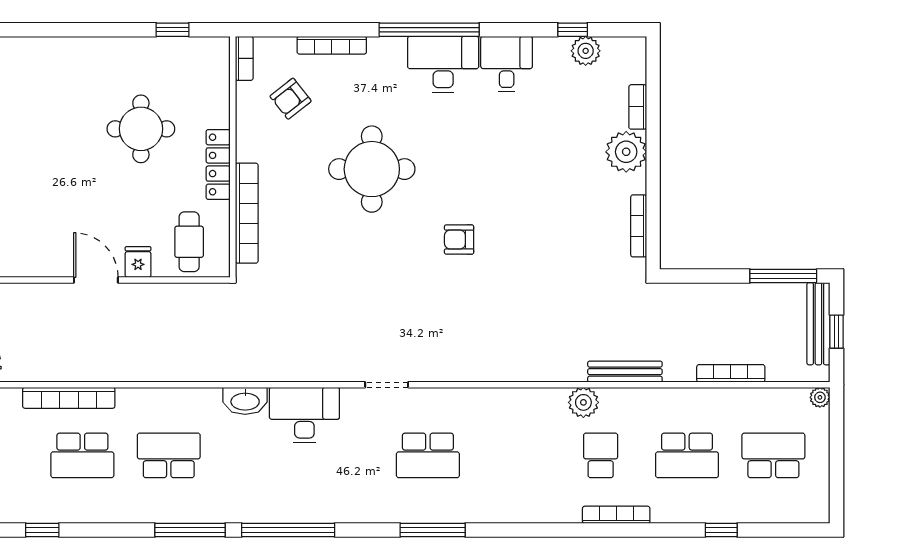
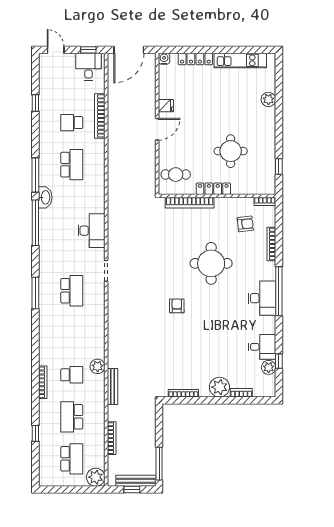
plant: (35, 51) -> (268, 99), added
desk: (507, 64) -> (262, 347), moved
armchair: (291, 99) -> (245, 224), turned 122
fridge: (138, 262) -> (166, 106), moved
plant: (820, 397) -> (96, 477), width x1.87, depth x1.87
washbasin: (245, 401) -> (45, 197), moved, turned 180
school desk: (82, 455) -> (72, 123), width x0.54
school desk: (428, 455) -> (72, 291), turned 180

